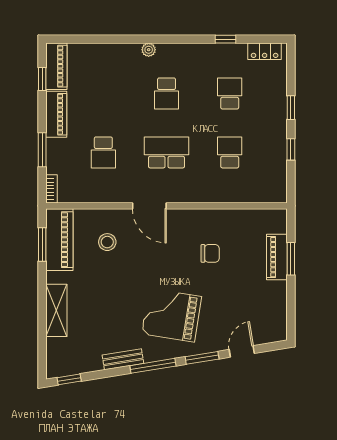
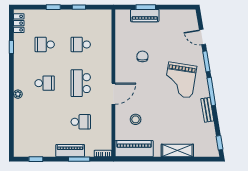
piano: (56, 66) -> (28, 151), removed
piano: (56, 114) -> (70, 151), moved
window: (42, 244) -> (137, 159), removed

